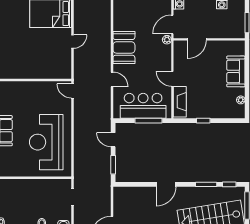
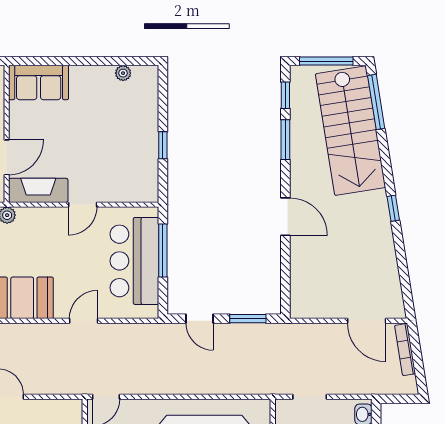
door: (197, 39) -> (7, 157), hinge flipped
sofa: (236, 71) -> (39, 83), moved
fireplace: (180, 102) -> (38, 190), moved
door: (113, 140) -> (200, 319), hinge flipped

